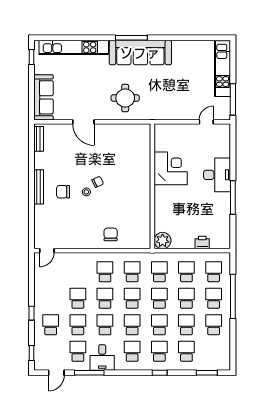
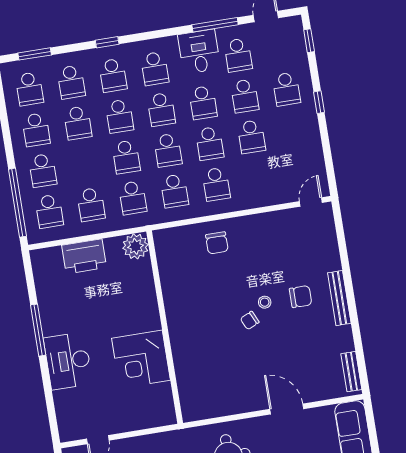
printer: (202, 243) -> (84, 256), width x1.87, depth x1.48
window: (233, 296) -> (17, 203), moved
school desk: (186, 298) -> (29, 89), moved

